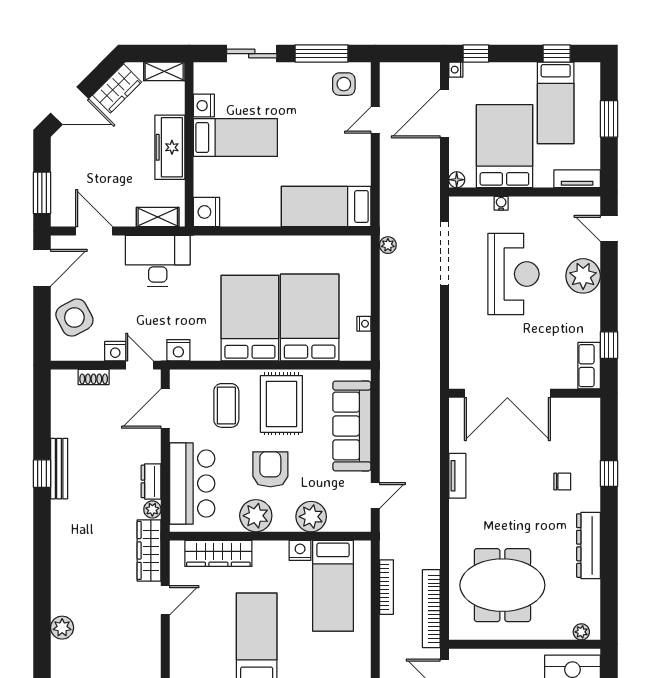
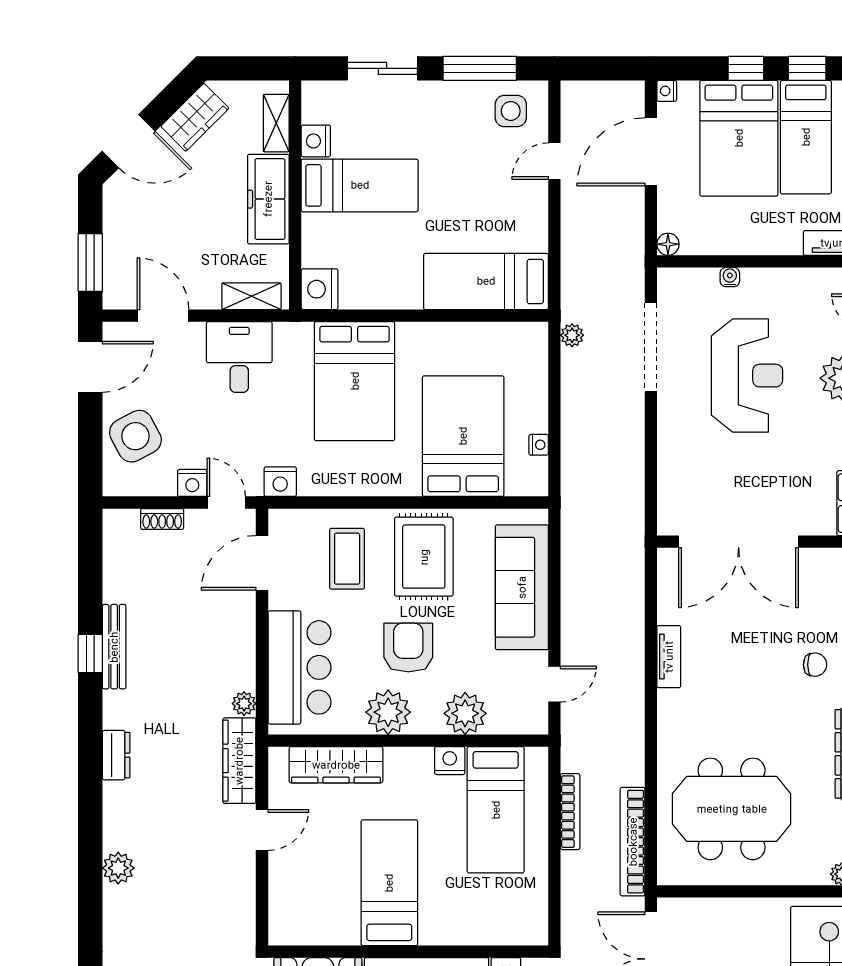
window: (476, 54) -> (746, 68), moved
shelving: (164, 71) -> (276, 123), moved, turned 90
bed: (504, 146) -> (739, 138), moved, turned 180
desk: (158, 261) -> (239, 357), width x0.73
bed: (250, 318) -> (355, 381), moved, turned 180
dresser: (151, 481) -> (116, 755), moved, turned 180

